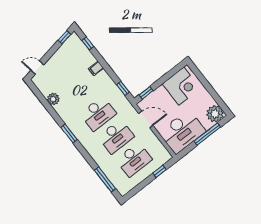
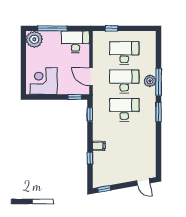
window: (88, 43) -> (90, 158), moved
plant: (53, 99) -> (150, 81), moved
desk: (182, 132) -> (75, 42), width x0.73, depth x0.77
window: (105, 179) -> (159, 82), moved

